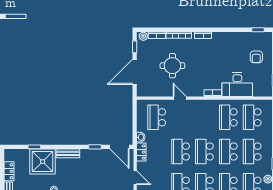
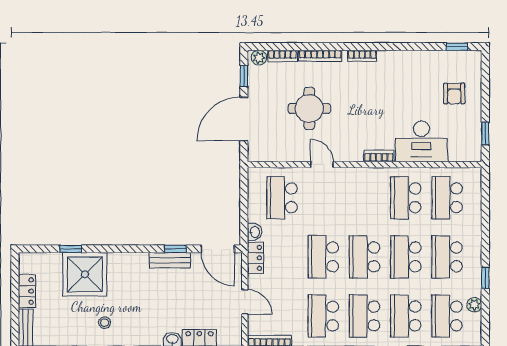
bench: (68, 153) -> (170, 260), moved

